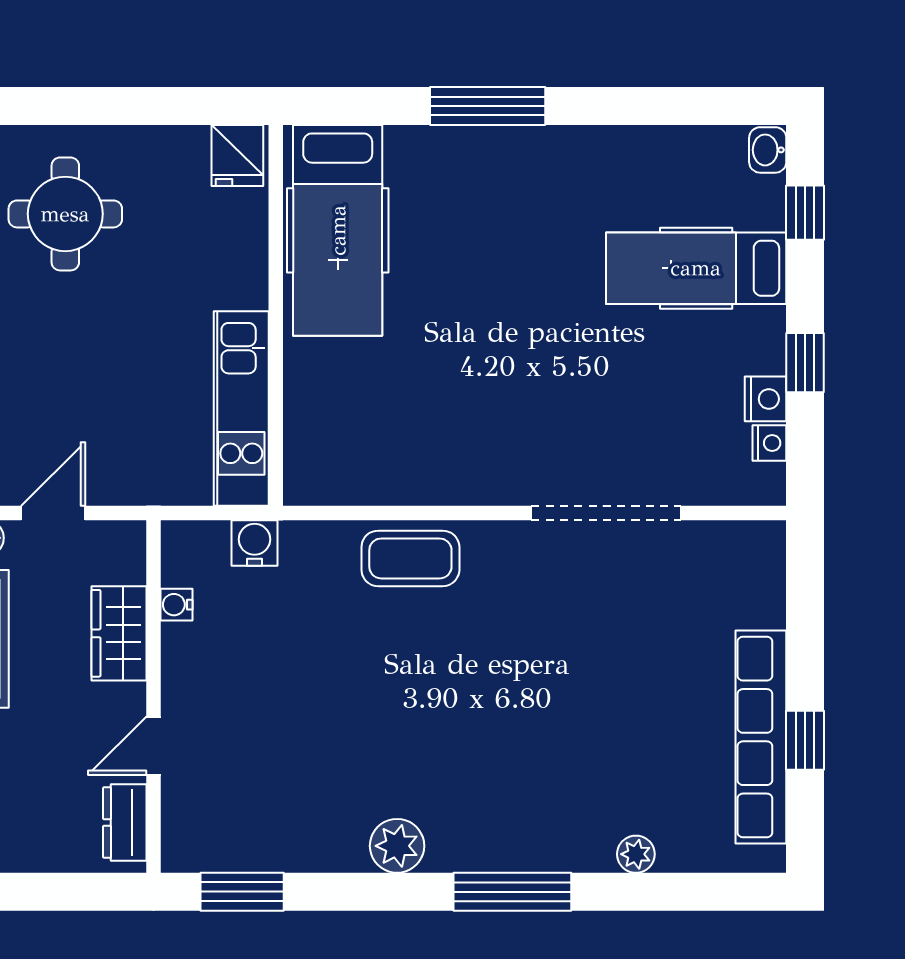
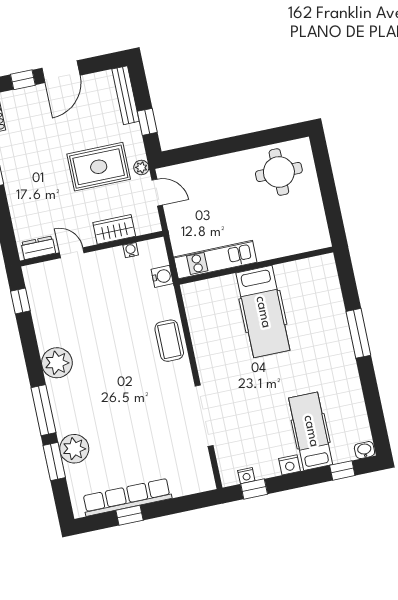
fridge: (237, 156) -> (317, 237), removed
hospital bed: (338, 230) -> (263, 312), moved, turned -90
window: (805, 363) -> (254, 489), moved
nightstand: (766, 399) -> (289, 465), moved
plant: (397, 846) -> (57, 363), width x1.36, depth x1.36
plant: (636, 854) -> (74, 449), width x1.87, depth x1.87
window: (242, 892) -> (20, 301), width x0.67
window: (640, 892) -> (54, 462), added

